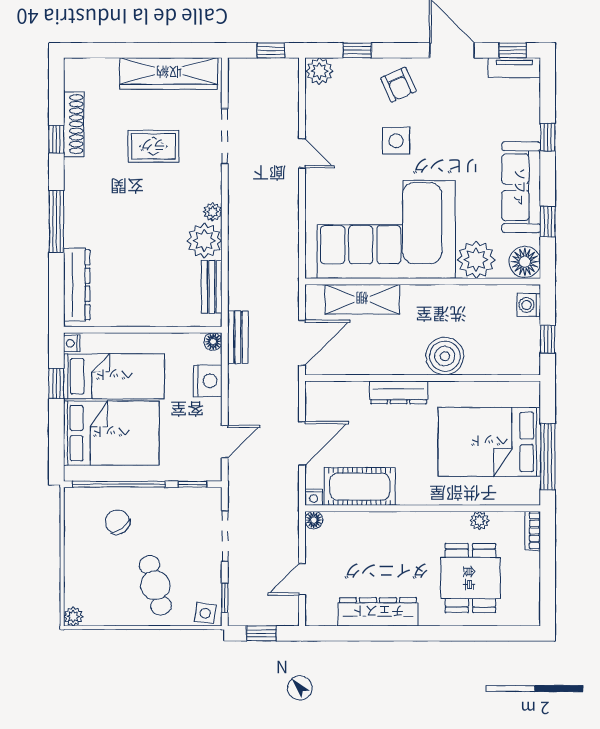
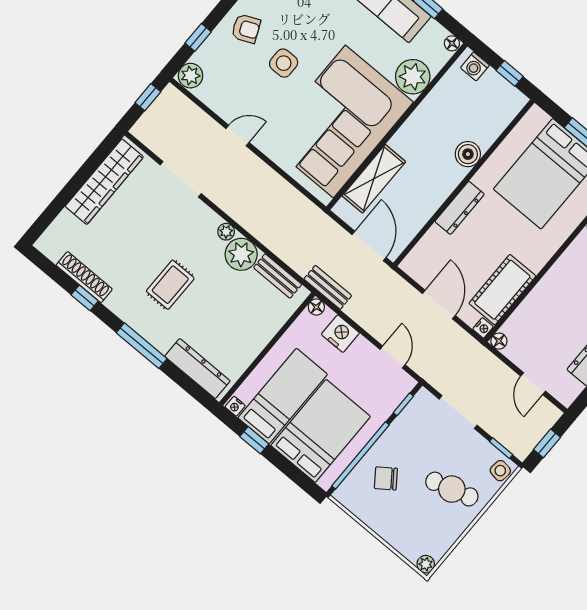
rug: (153, 146) -> (170, 285), moved
floor lamp: (525, 262) -> (452, 43), width x0.53, depth x0.53
boiler: (445, 356) -> (468, 154), width x0.73, depth x0.73

